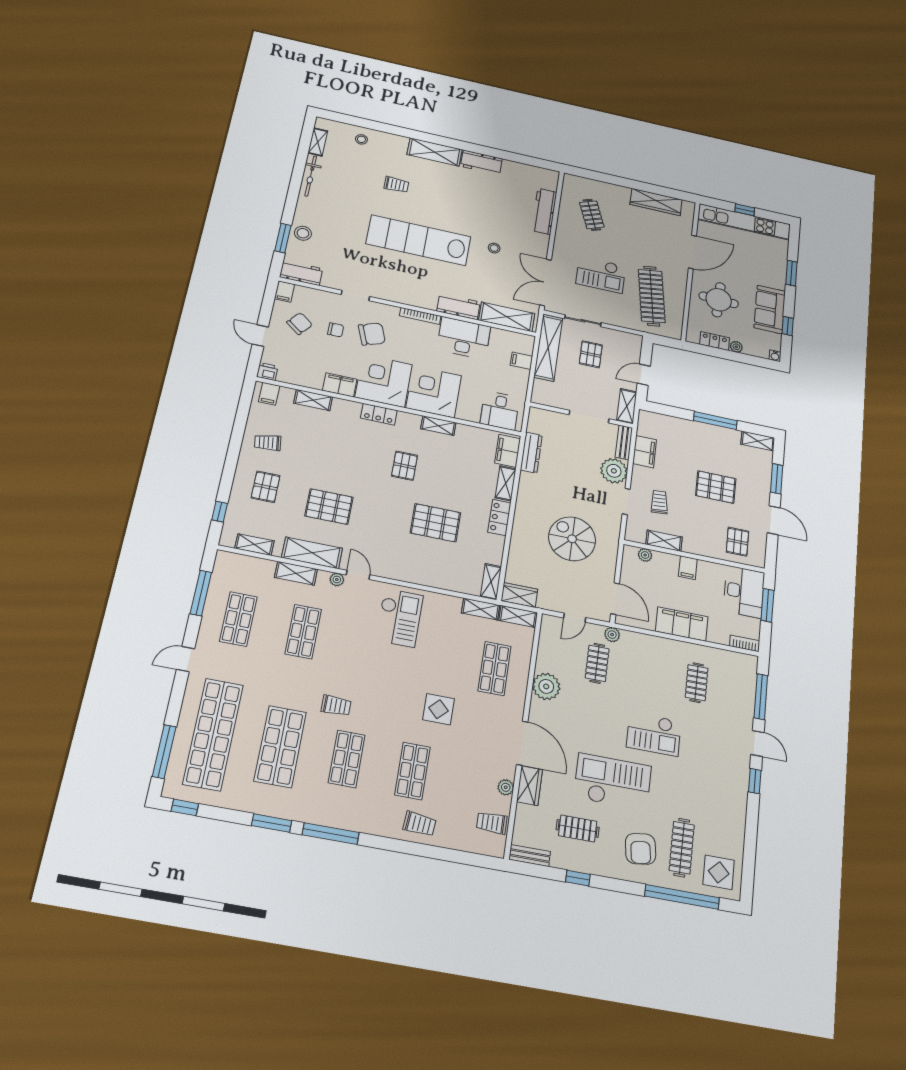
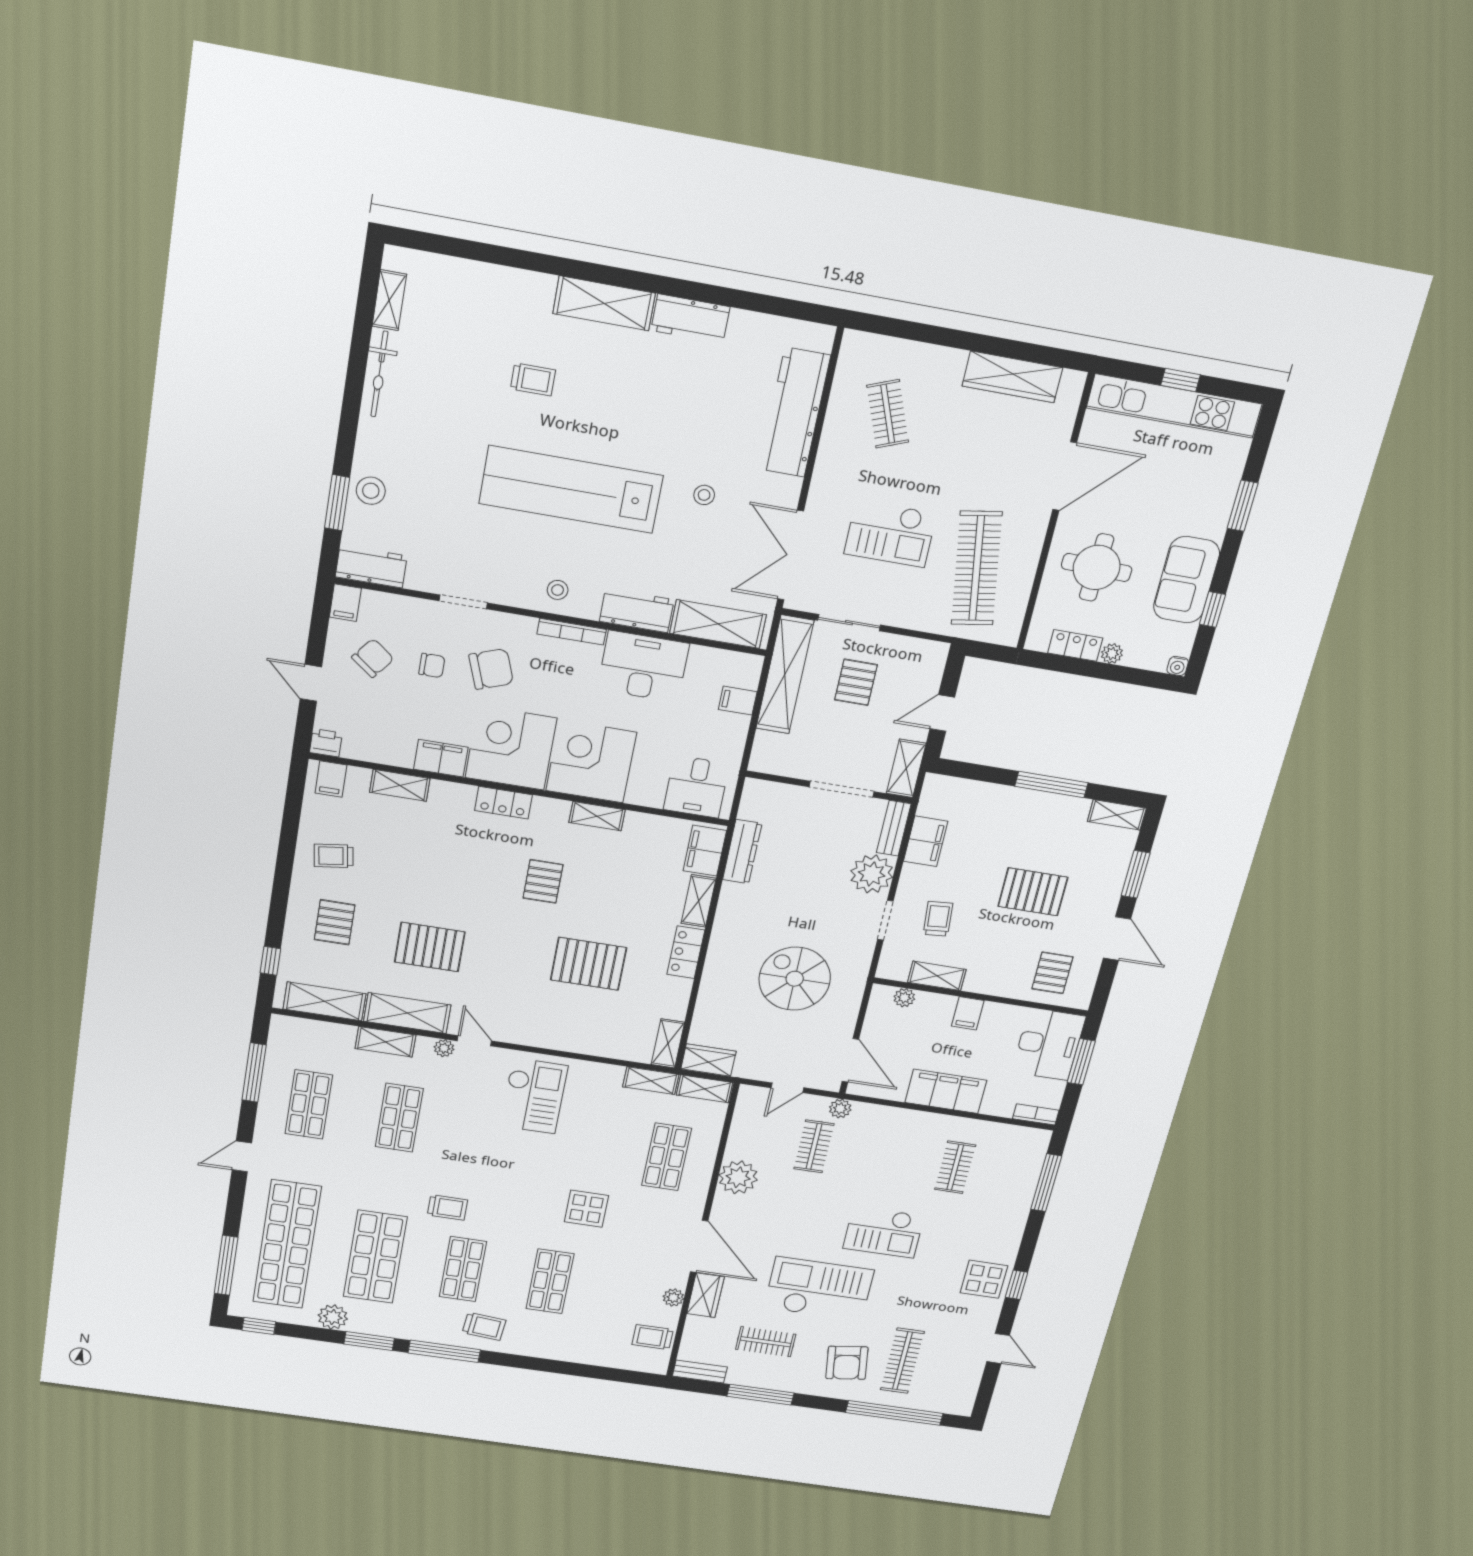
stool: (361, 139) -> (558, 590), moved
workbench: (544, 211) -> (795, 412), width x1.36, depth x1.32
shelving: (254, 545) -> (325, 1001), width x1.50, depth x1.33
door: (757, 743) -> (998, 1348), moved
plant: (244, 800) -> (333, 1317), added
trolley: (420, 824) -> (484, 1326), moved
display table: (719, 872) -> (984, 1279), moved
window: (578, 878) -> (760, 1395), width x2.17

